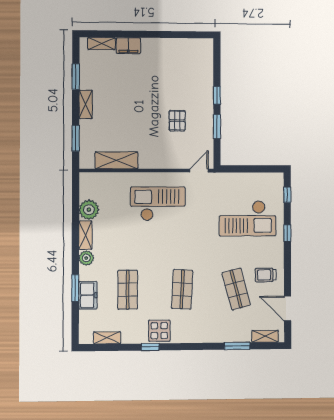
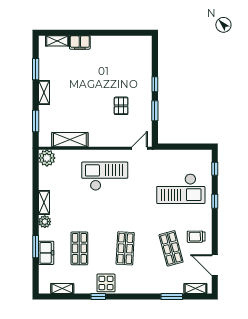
plant: (89, 210) -> (47, 158), moved

